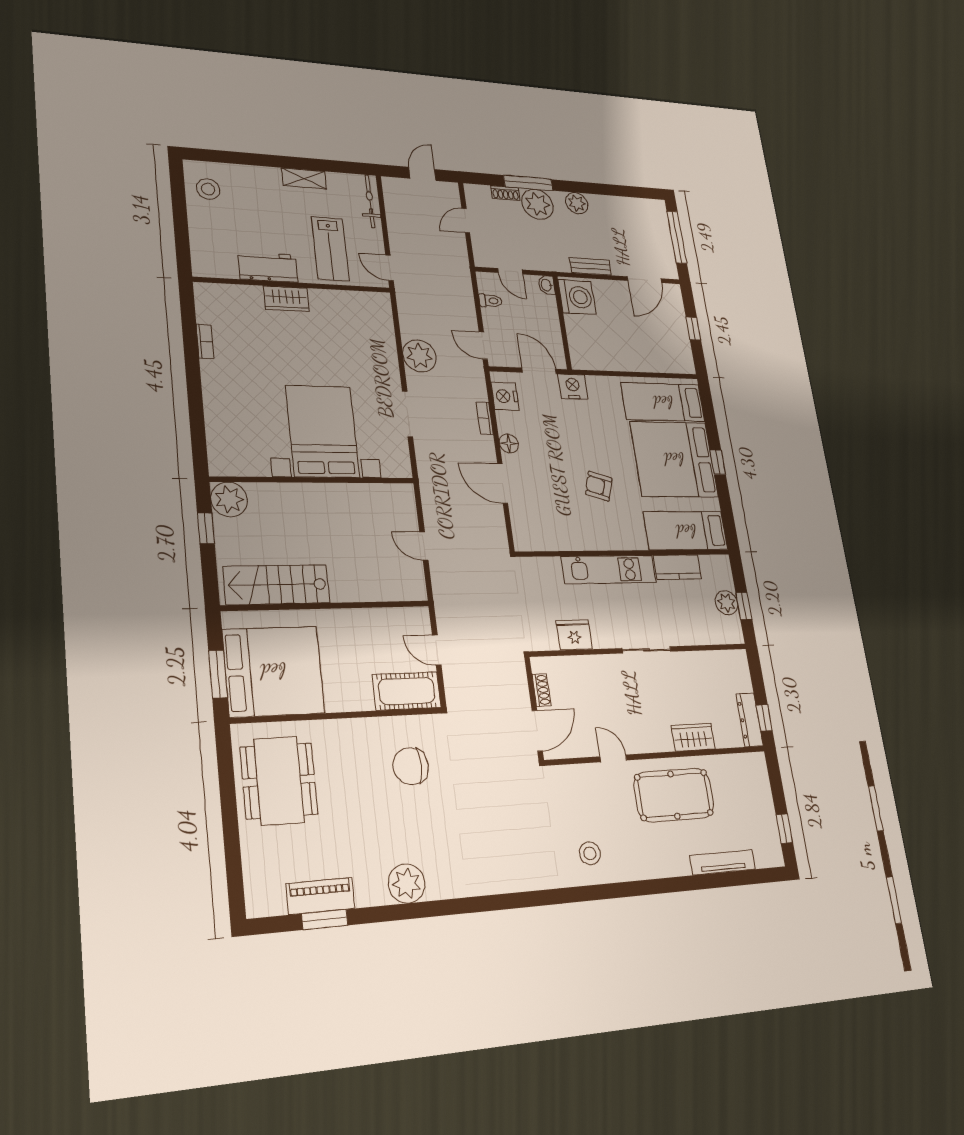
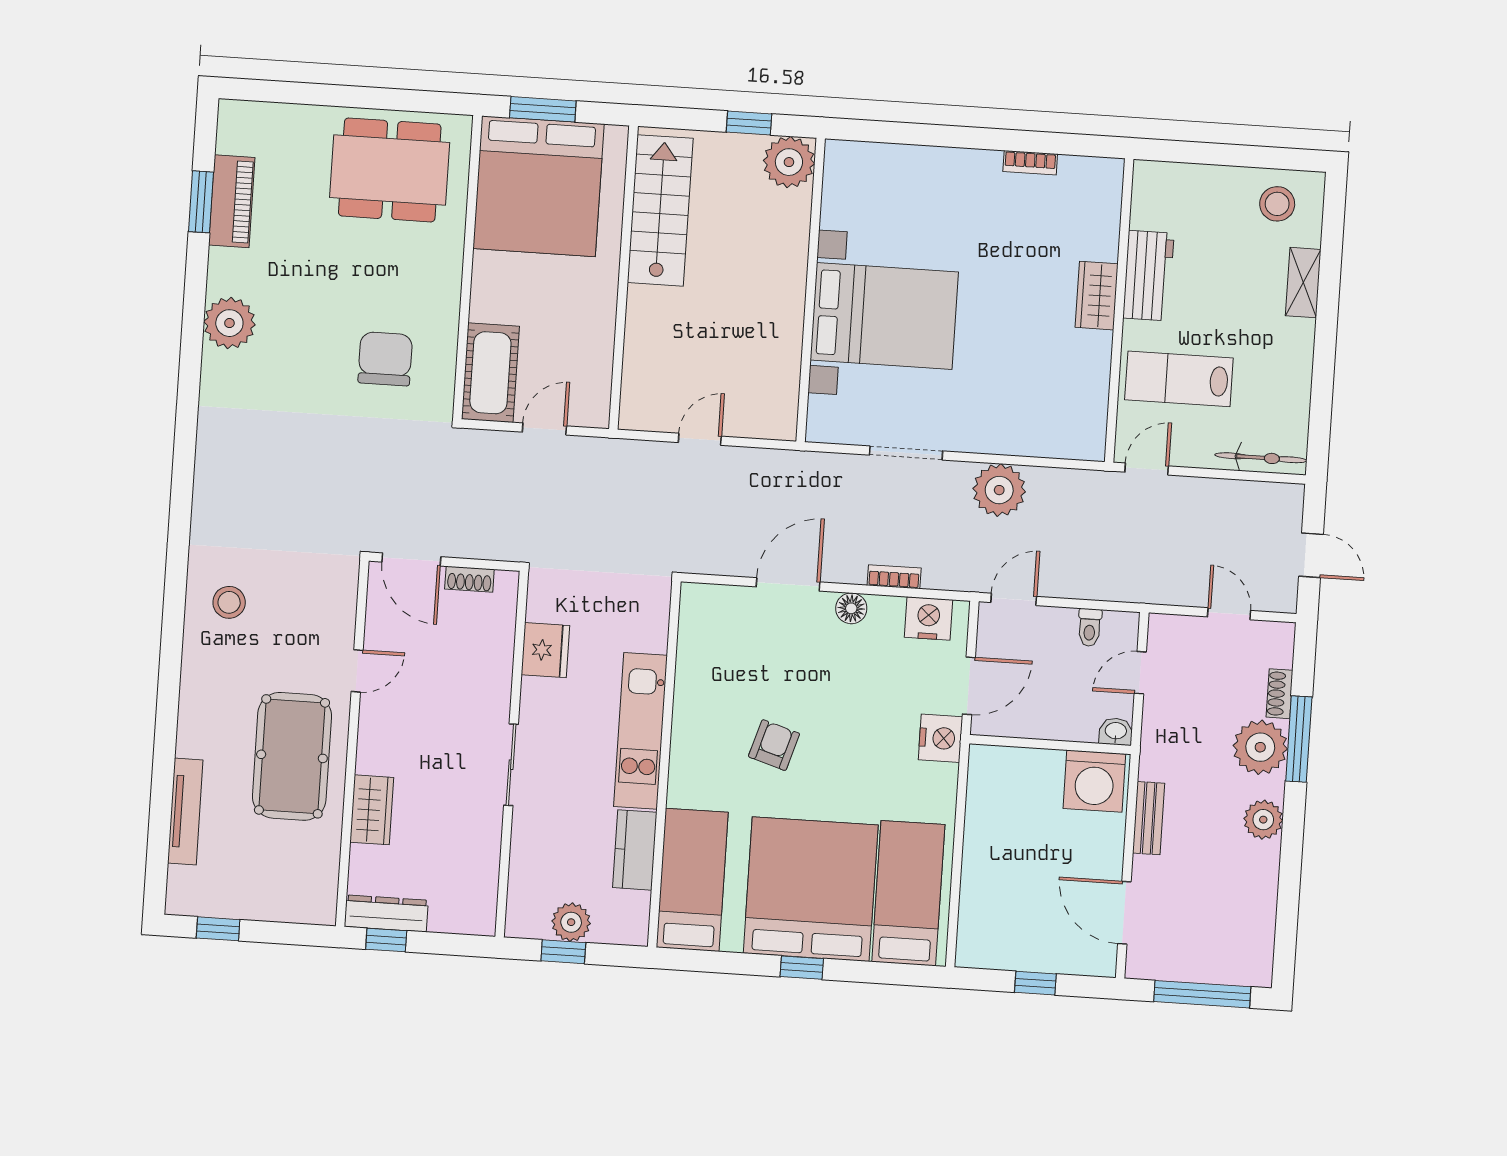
shelving: (304, 178) -> (1303, 283), moved

